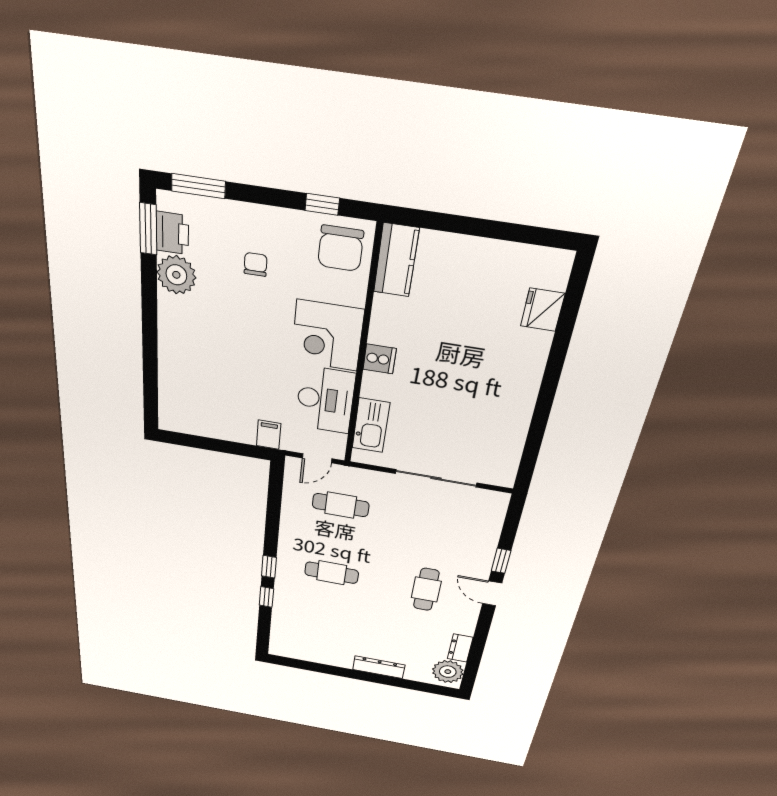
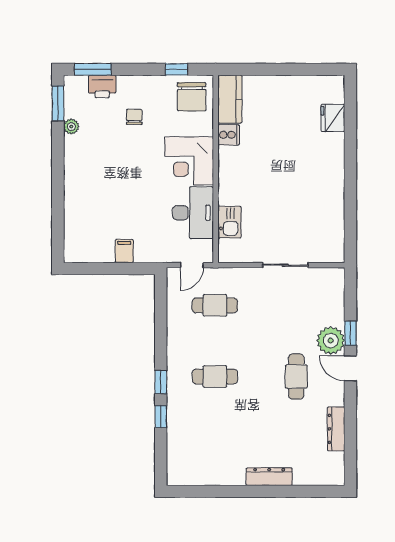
printer: (172, 233) -> (102, 86), moved, turned 90
plant: (176, 275) -> (71, 127), width x0.53, depth x0.53
cooker: (380, 359) -> (229, 135), moved
kitchen sink: (371, 425) -> (229, 222), width x0.73
filing cabinet: (269, 435) -> (124, 251), moved
sliding door: (436, 478) -> (285, 265), width x0.73
dresser: (460, 648) -> (336, 429), width x1.44
plant: (448, 672) -> (331, 341), moved

